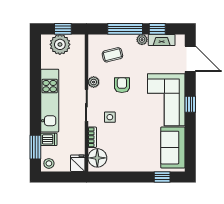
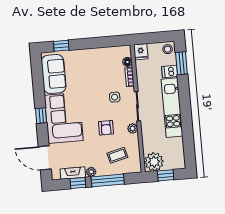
plant: (60, 44) -> (154, 162), moved
floor lamp: (97, 158) -> (127, 62), width x0.53, depth x0.53

